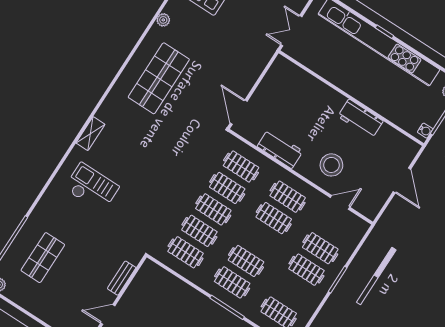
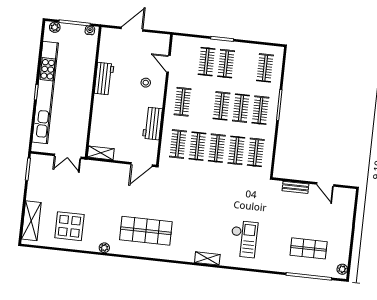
shelving: (276, 71) -> (101, 153), added
stool: (331, 165) -> (146, 83), width x0.53, depth x0.53
checkout: (92, 187) -> (244, 239), turned 180
clothes rail: (274, 218) -> (221, 106), moved

